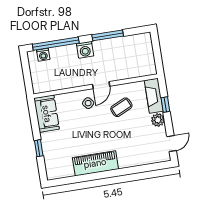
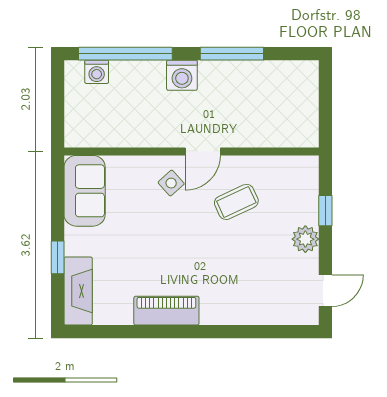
fireplace: (154, 96) -> (78, 291), moved, turned 180
piano: (95, 163) -> (166, 311), width x0.73, depth x0.75

